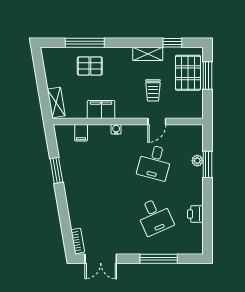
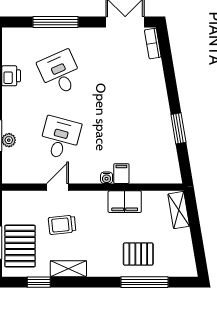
trolley: (153, 90) -> (62, 225), turned -96
filing cabinet: (81, 133) -> (121, 174), moved

